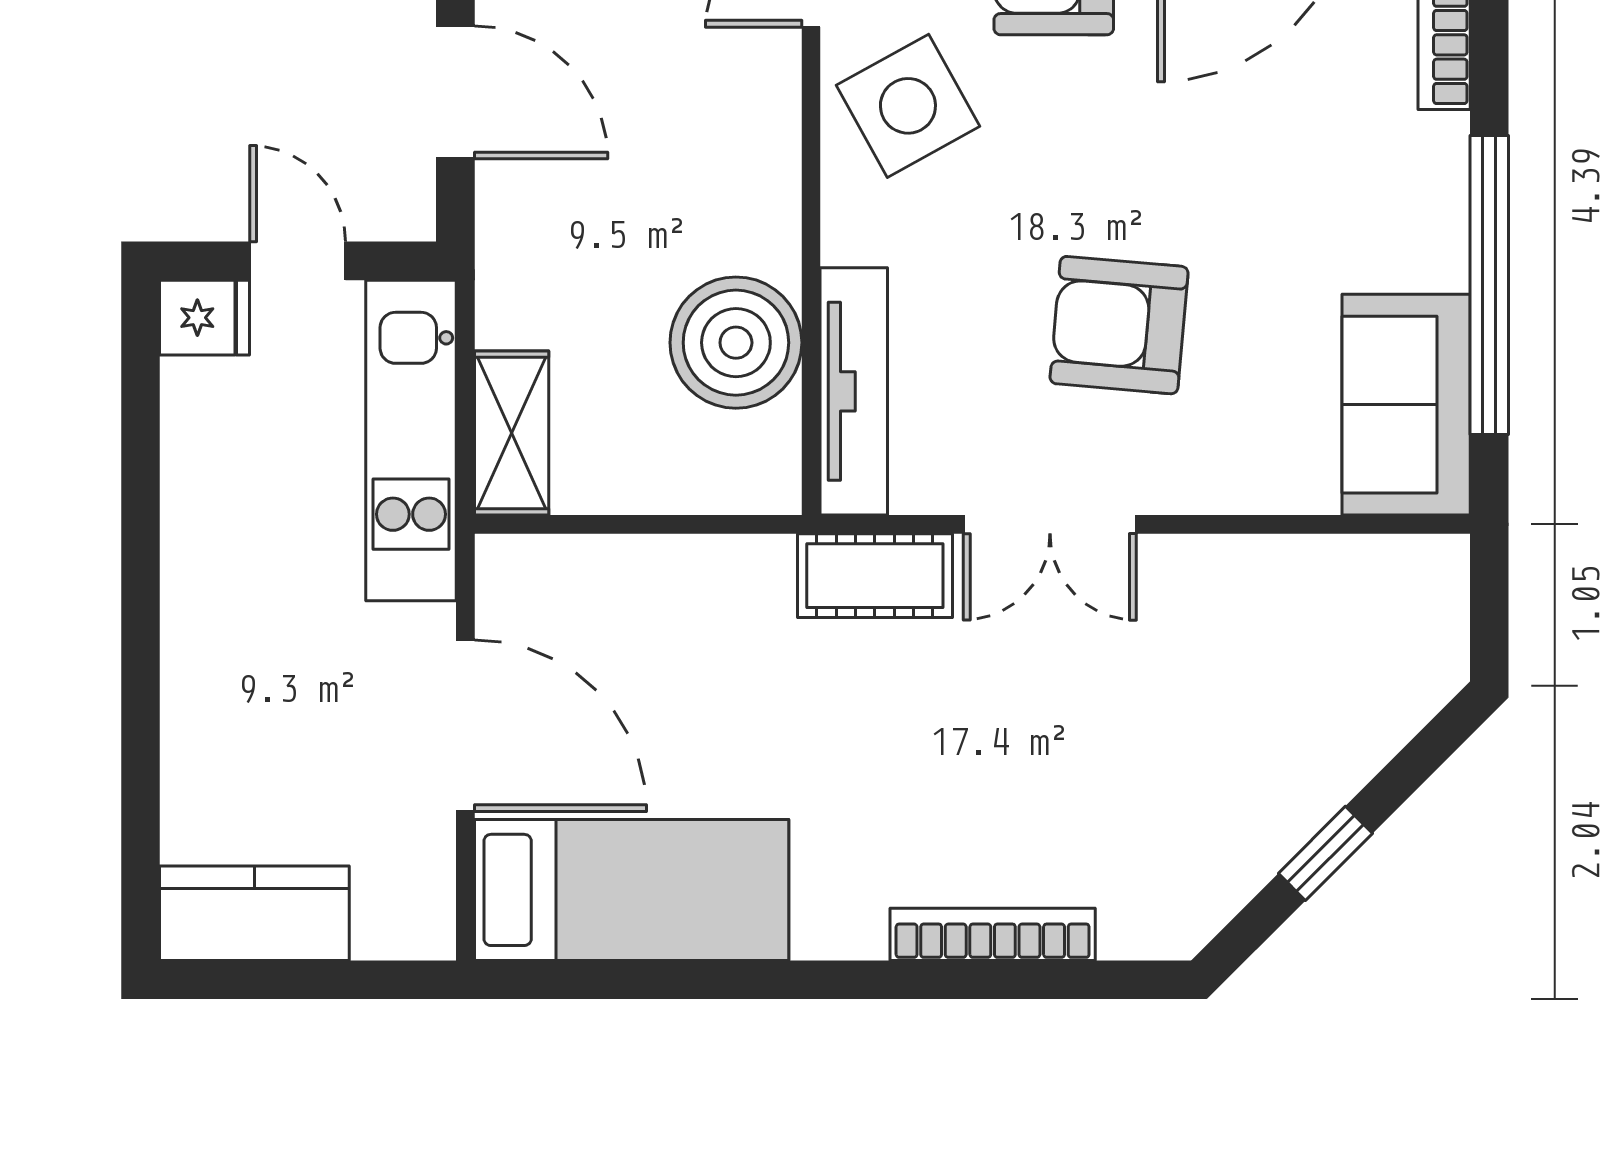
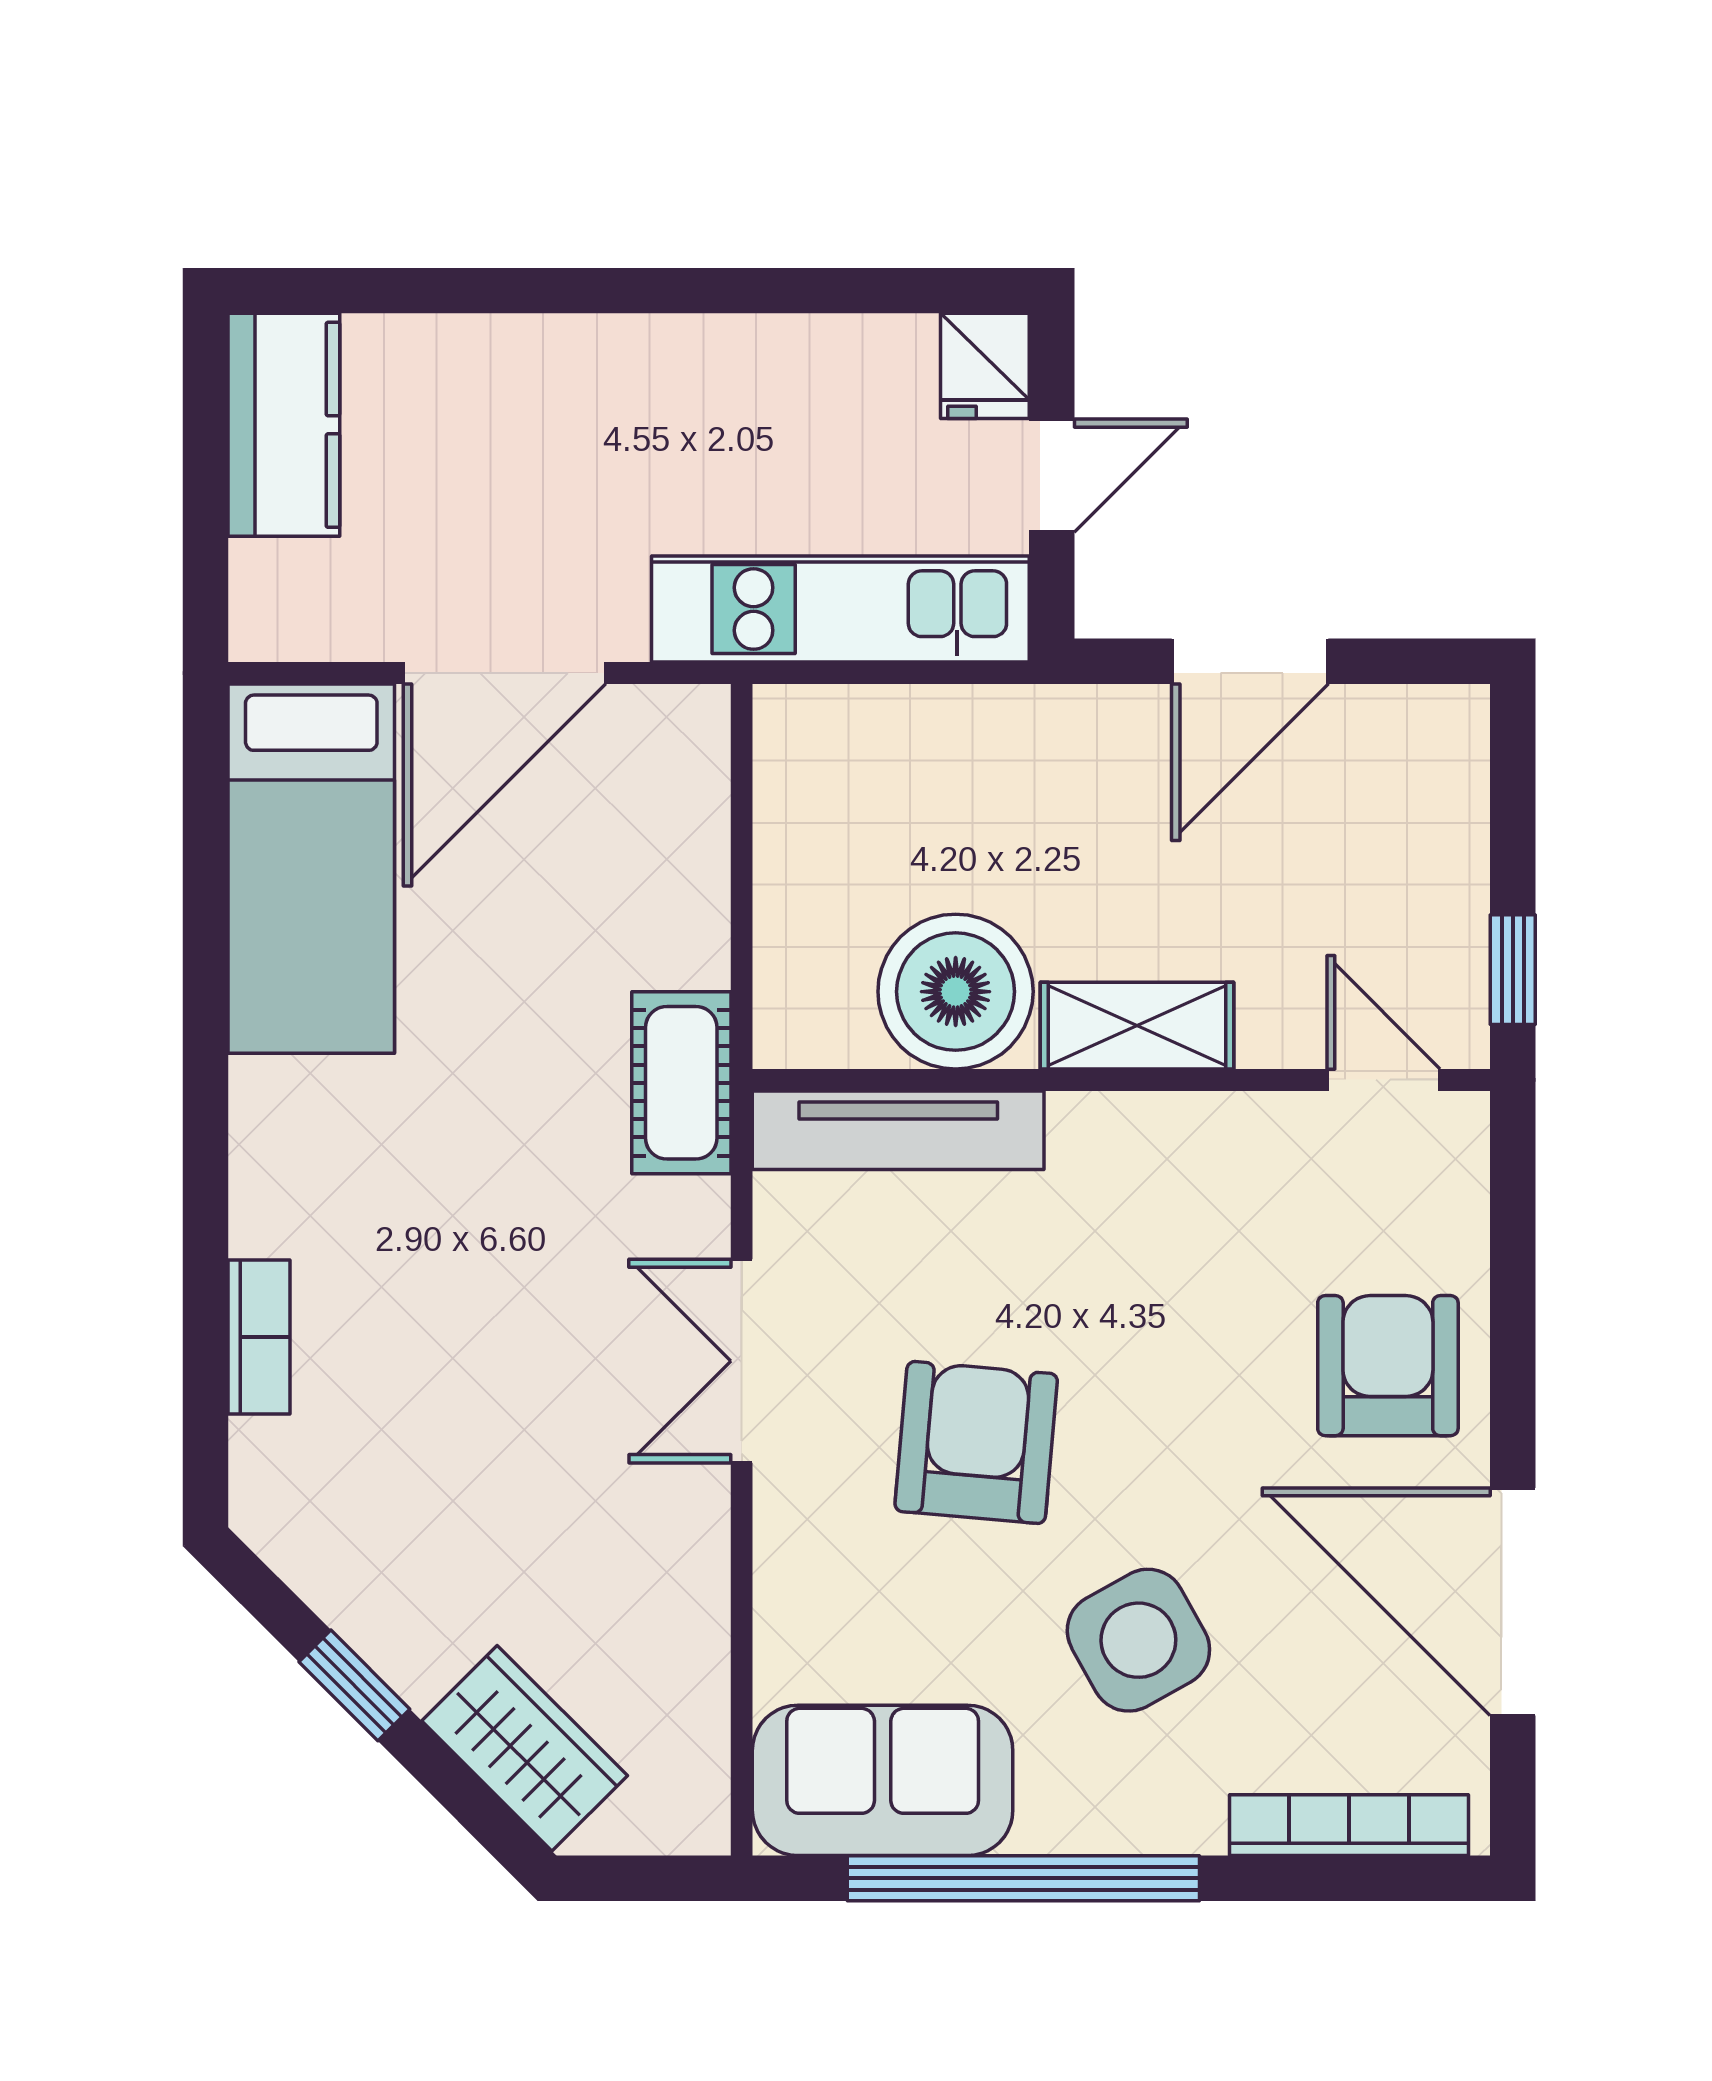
side table: (908, 106) -> (1138, 1640), moved
shelving: (512, 433) -> (1137, 1026), moved
cot: (875, 576) -> (681, 1083), moved
wardrobe: (1379, 709) -> (525, 1748), added
bookcase: (993, 934) -> (259, 1337), width x0.64

